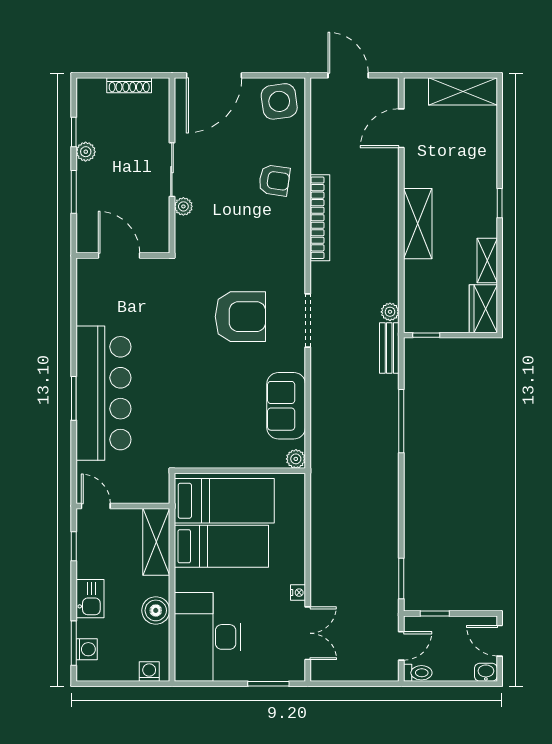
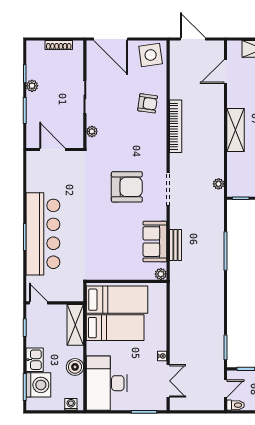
door: (214, 75) -> (111, 39), hinge flipped
plant: (183, 206) -> (92, 131), moved
bench: (389, 348) -> (175, 245), moved
washing machine: (87, 649) -> (38, 385), width x1.89, depth x1.89

